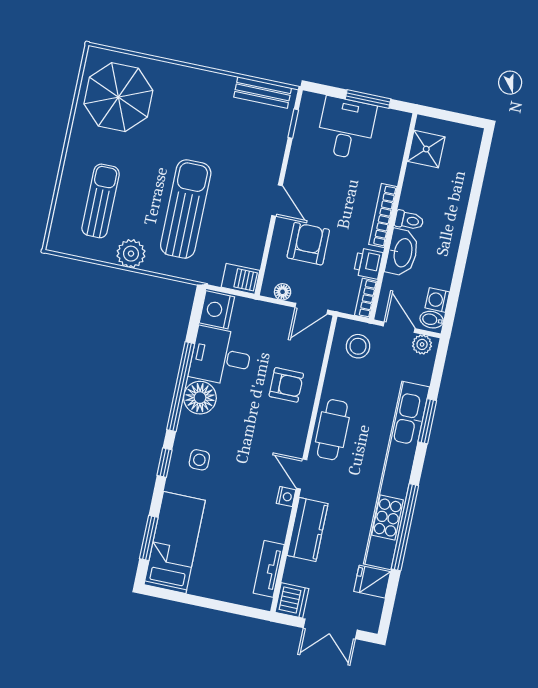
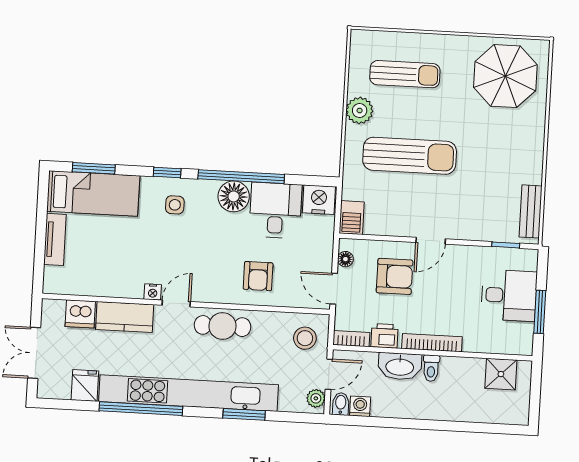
tv unit: (269, 569) -> (55, 239), moved, turned 90
dishwasher: (292, 600) -> (80, 314), moved

